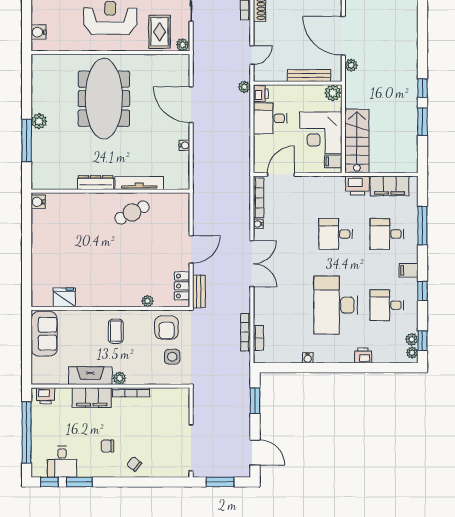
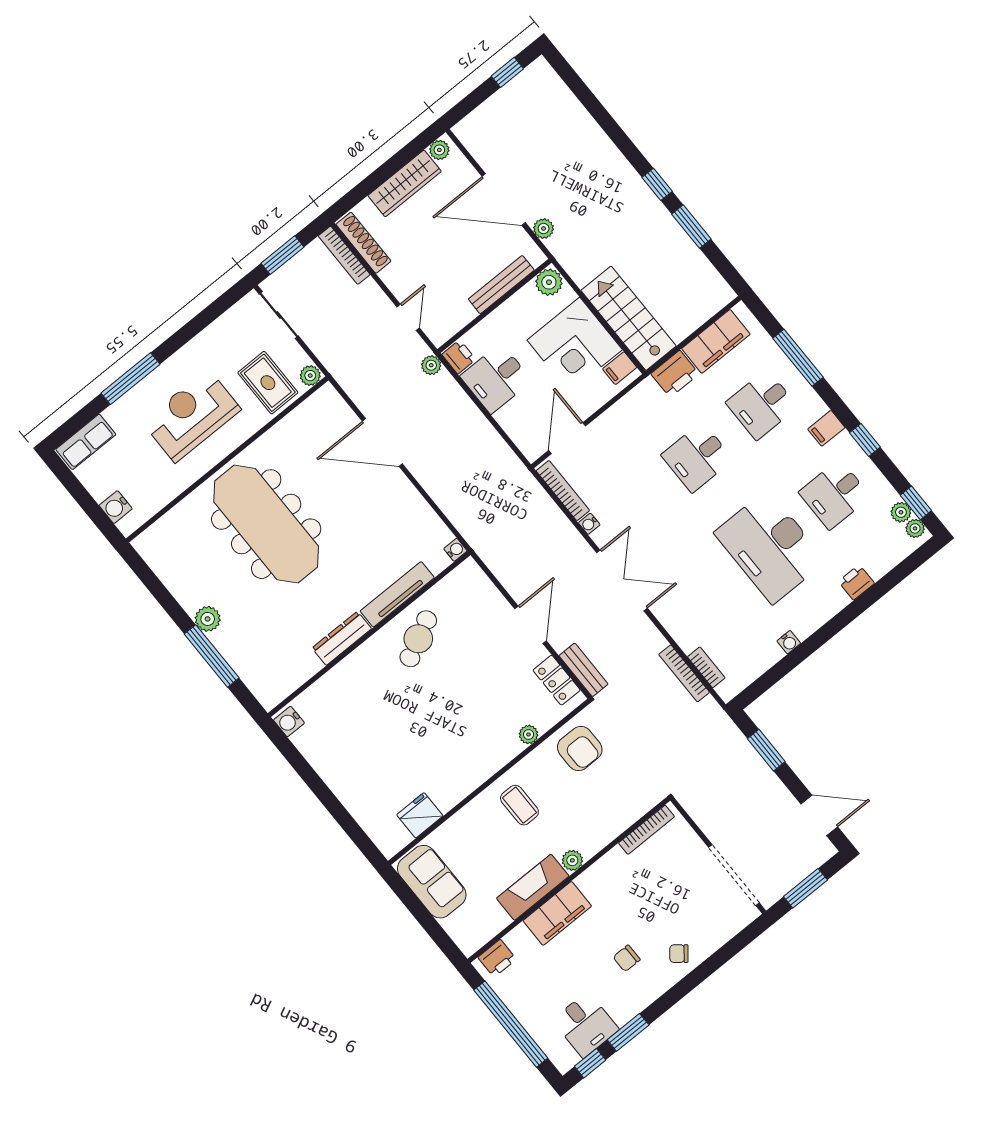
water cooler: (184, 145) -> (455, 550), moved
side table: (172, 357) -> (617, 779), removed
bookcase: (131, 392) -> (646, 830), moved

